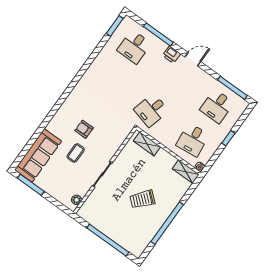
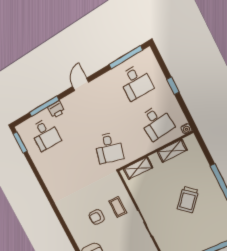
printer: (172, 55) -> (56, 110), moved
coffee table: (76, 153) -> (118, 207), moved
shelving: (186, 172) -> (172, 151), moved

